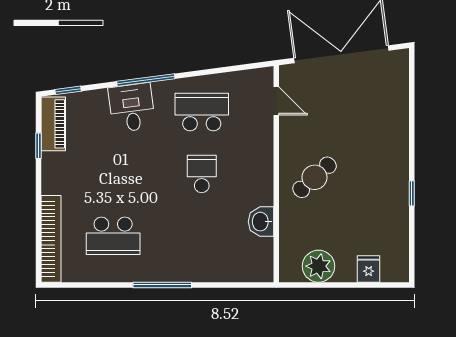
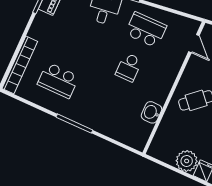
school desk: (202, 174) -> (129, 67), turned 180
plant: (318, 266) -> (187, 161), moved

